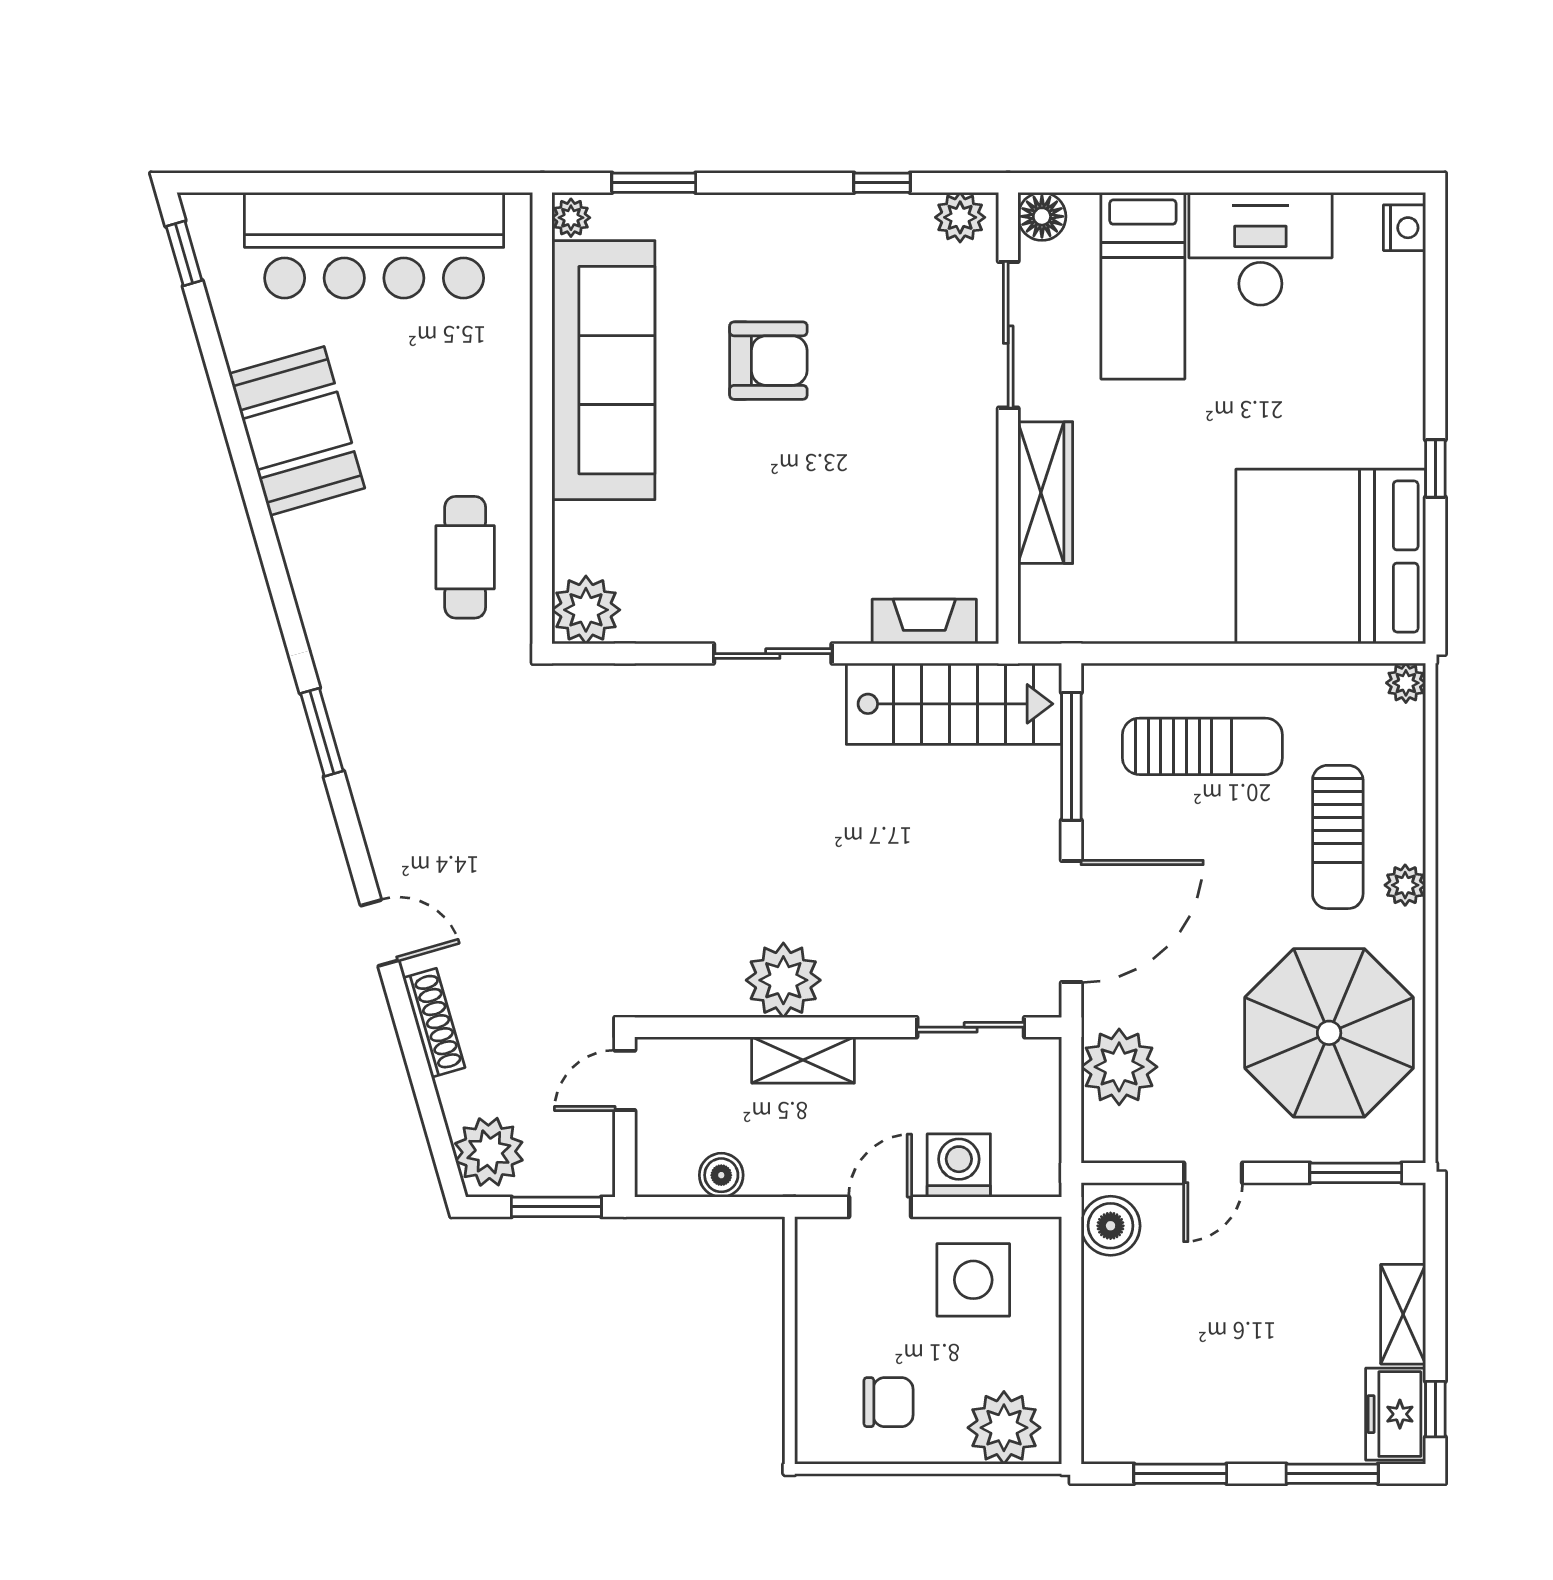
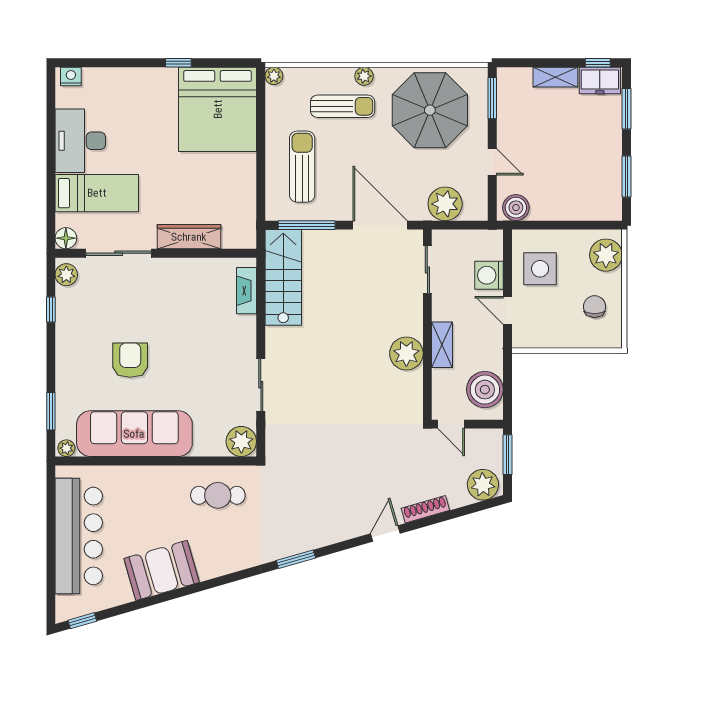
sliding door: (773, 654) -> (261, 385), moved
boiler: (721, 1175) -> (485, 390), width x1.86, depth x1.86

